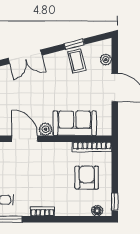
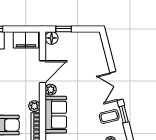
double door: (25, 57) -> (116, 86), moved
plant: (65, 148) -> (34, 106), added

